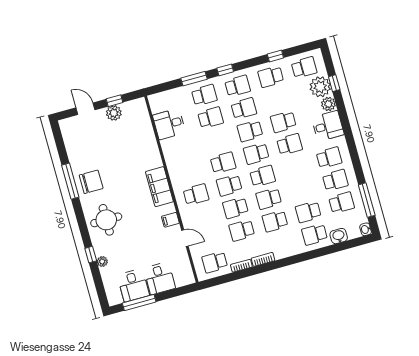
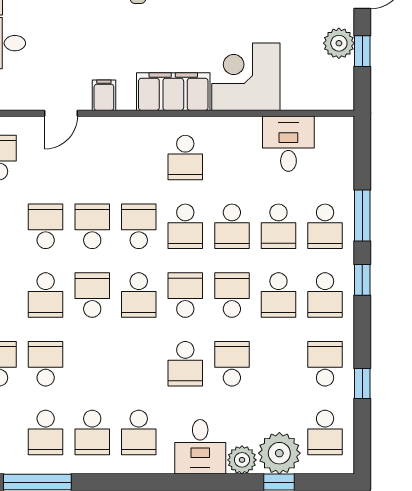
school desk: (217, 140) -> (232, 226), added
corner desk: (142, 154) -> (246, 77), added
school desk: (196, 195) -> (185, 158), moved
school desk: (275, 221) -> (46, 295), turned 180

